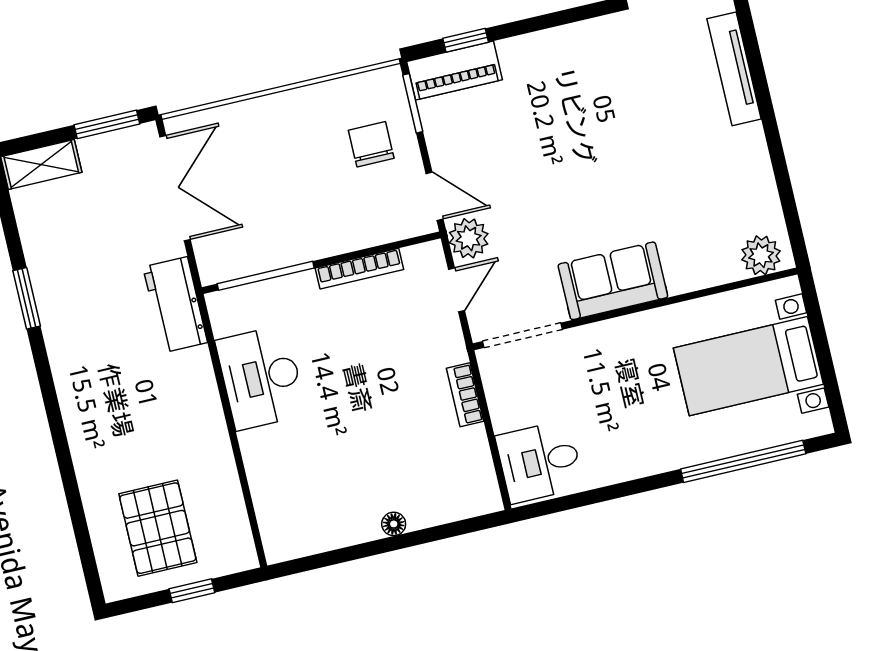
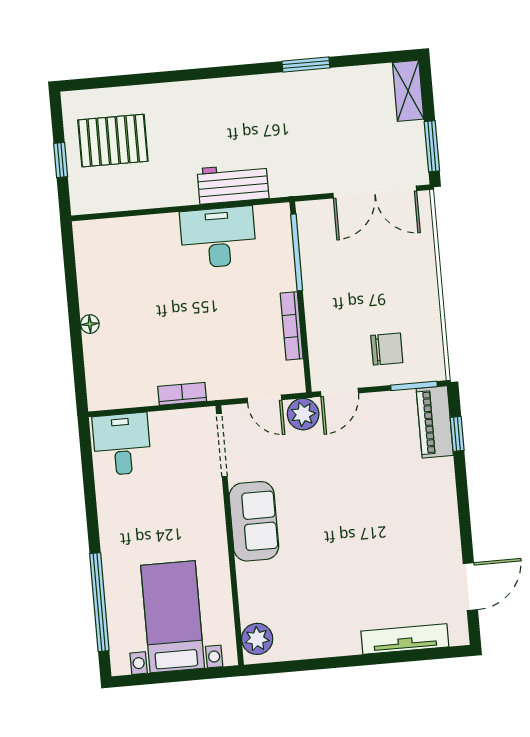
workbench: (175, 305) -> (233, 184), moved

